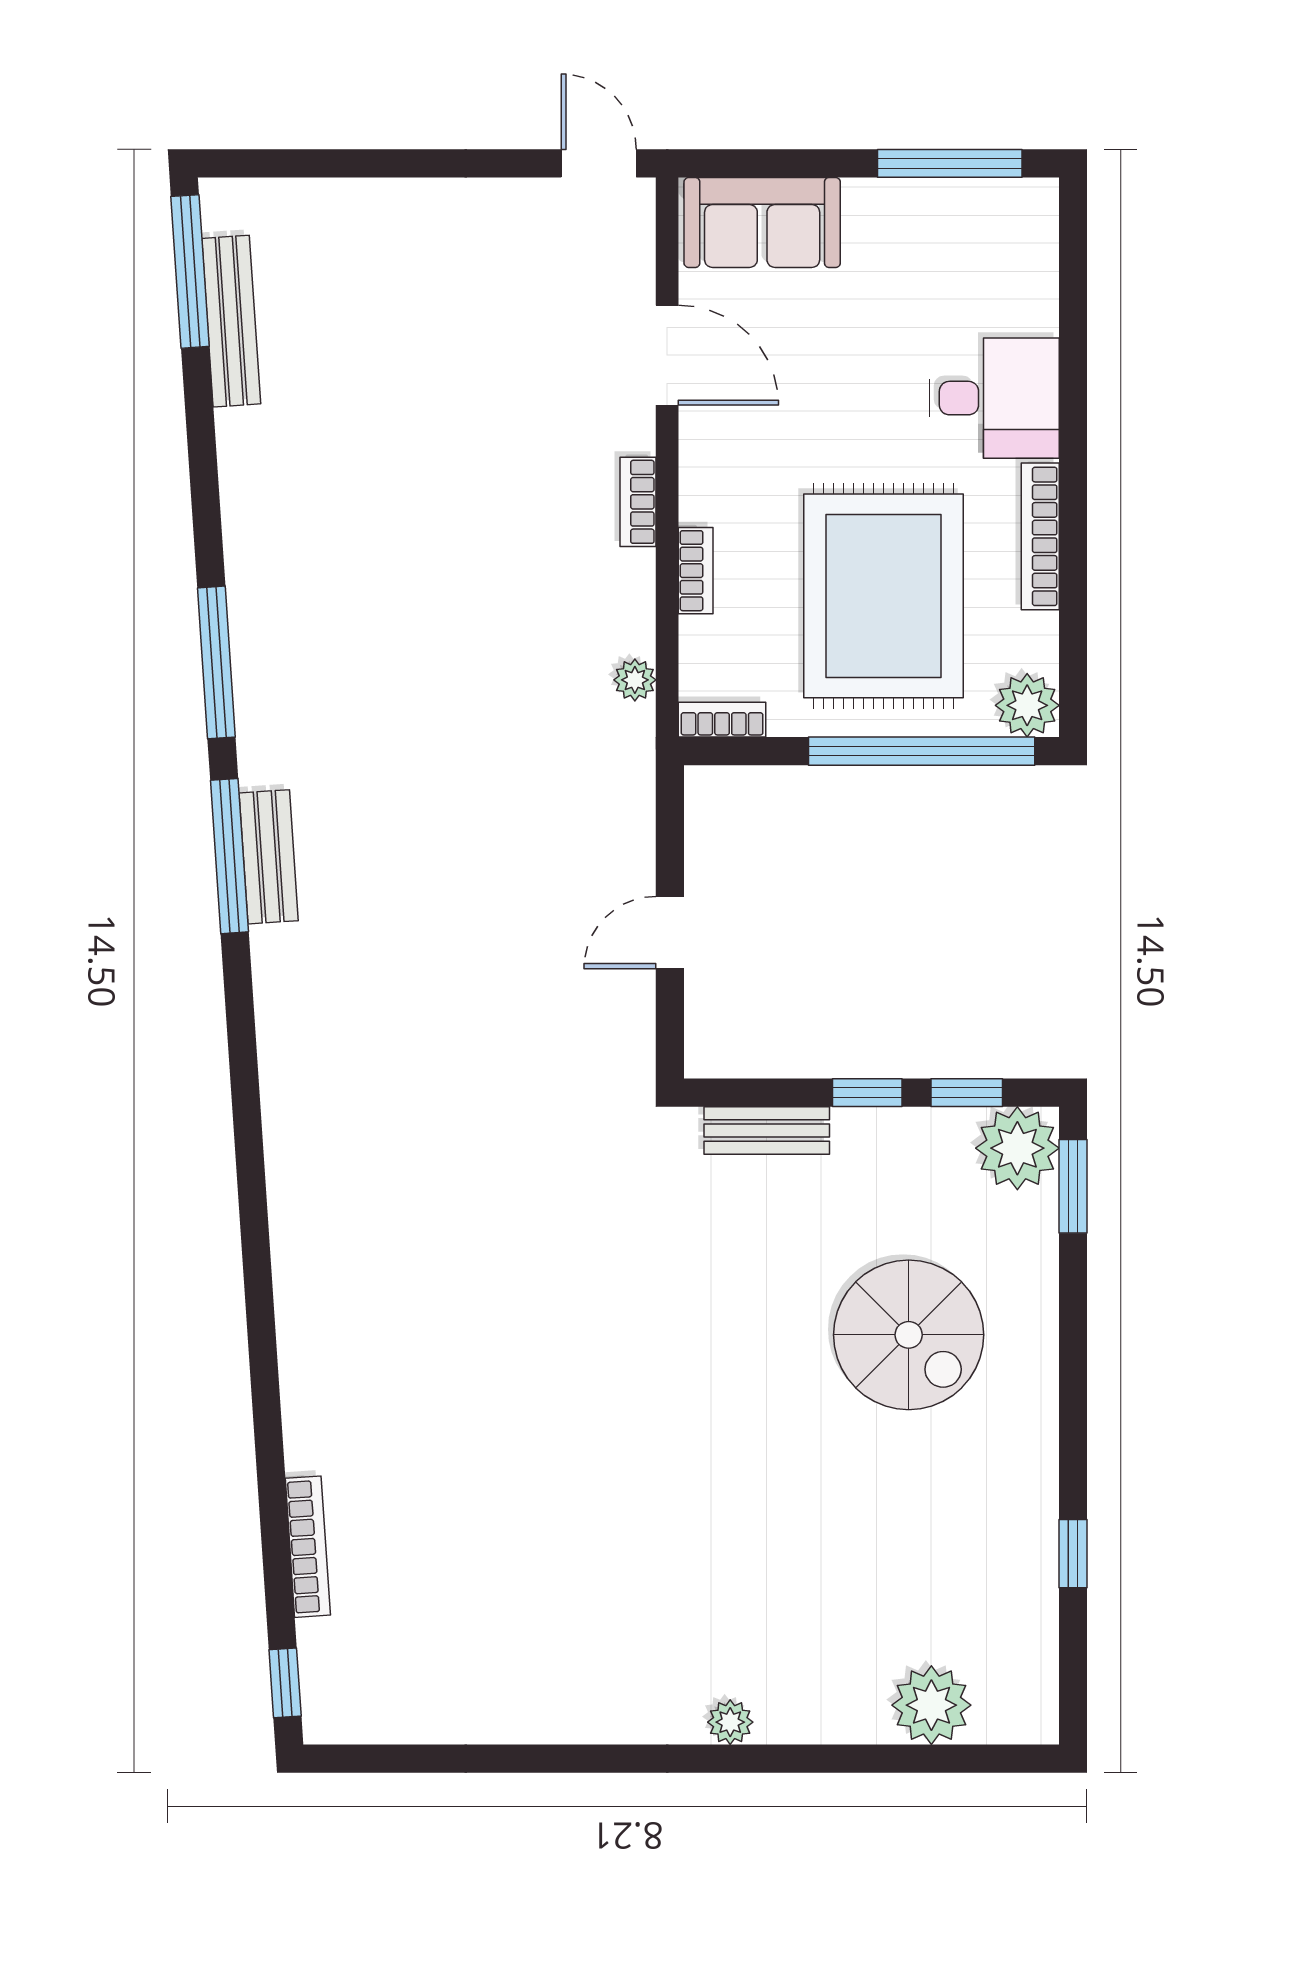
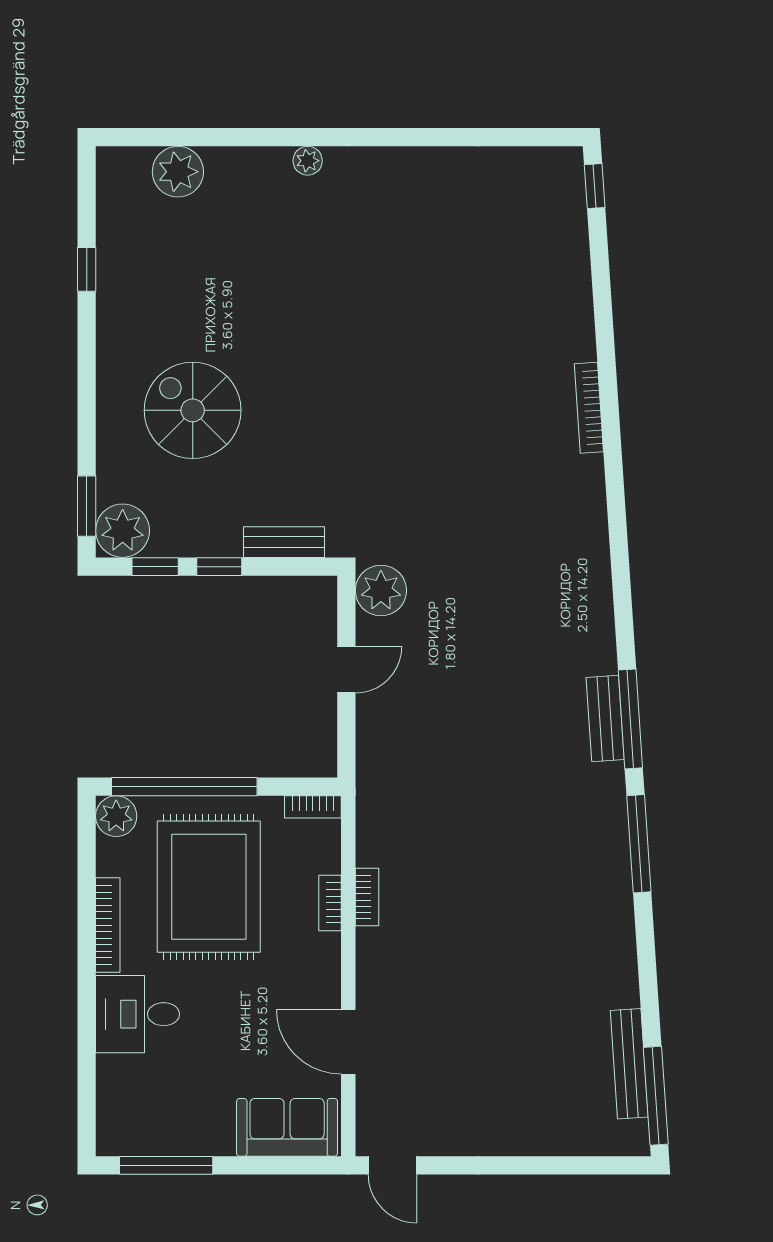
bookcase: (638, 502) -> (367, 897), moved
plant: (635, 680) -> (381, 590), moved, width x1.88, depth x1.88
bookcase: (308, 1547) -> (589, 408), moved

